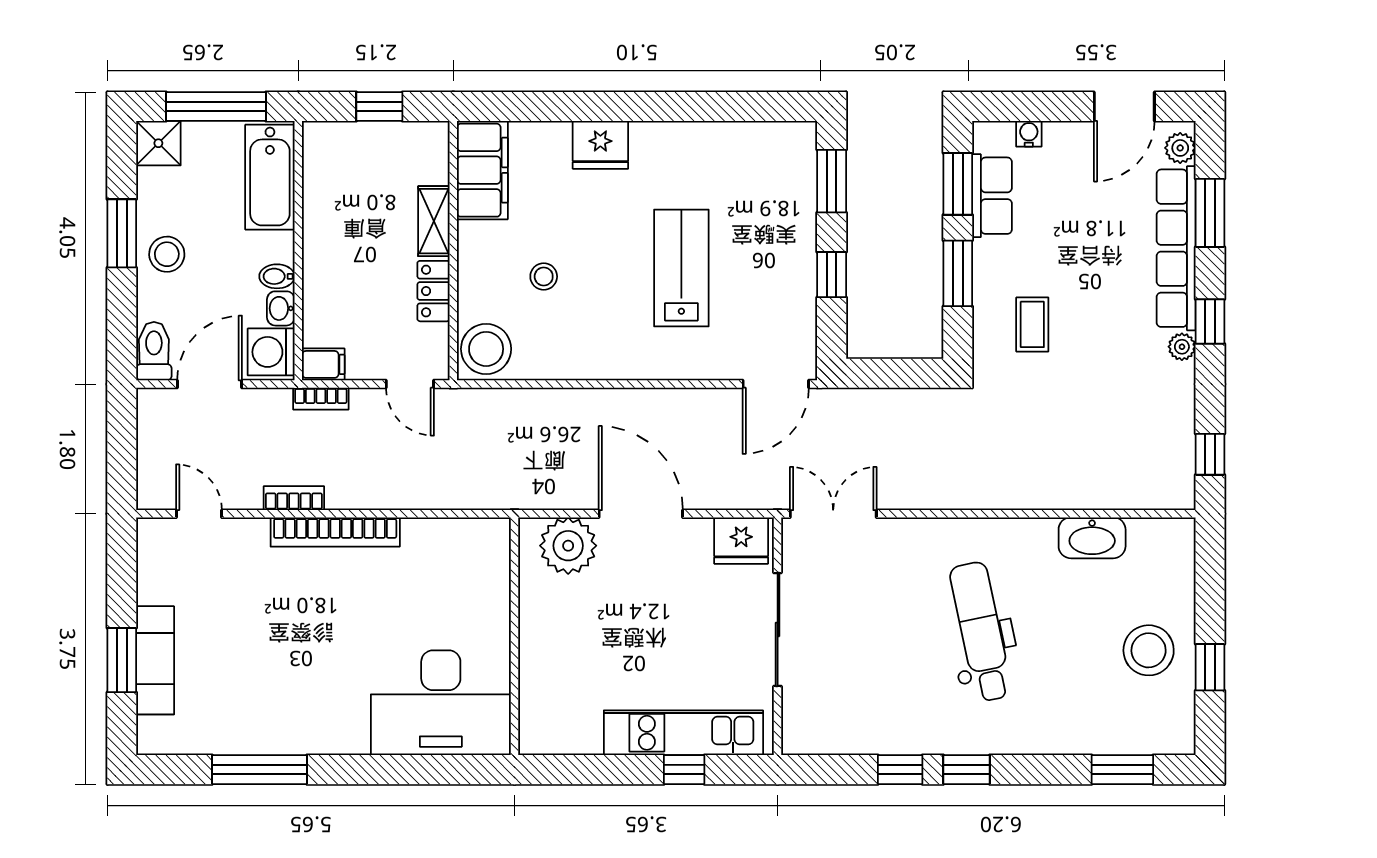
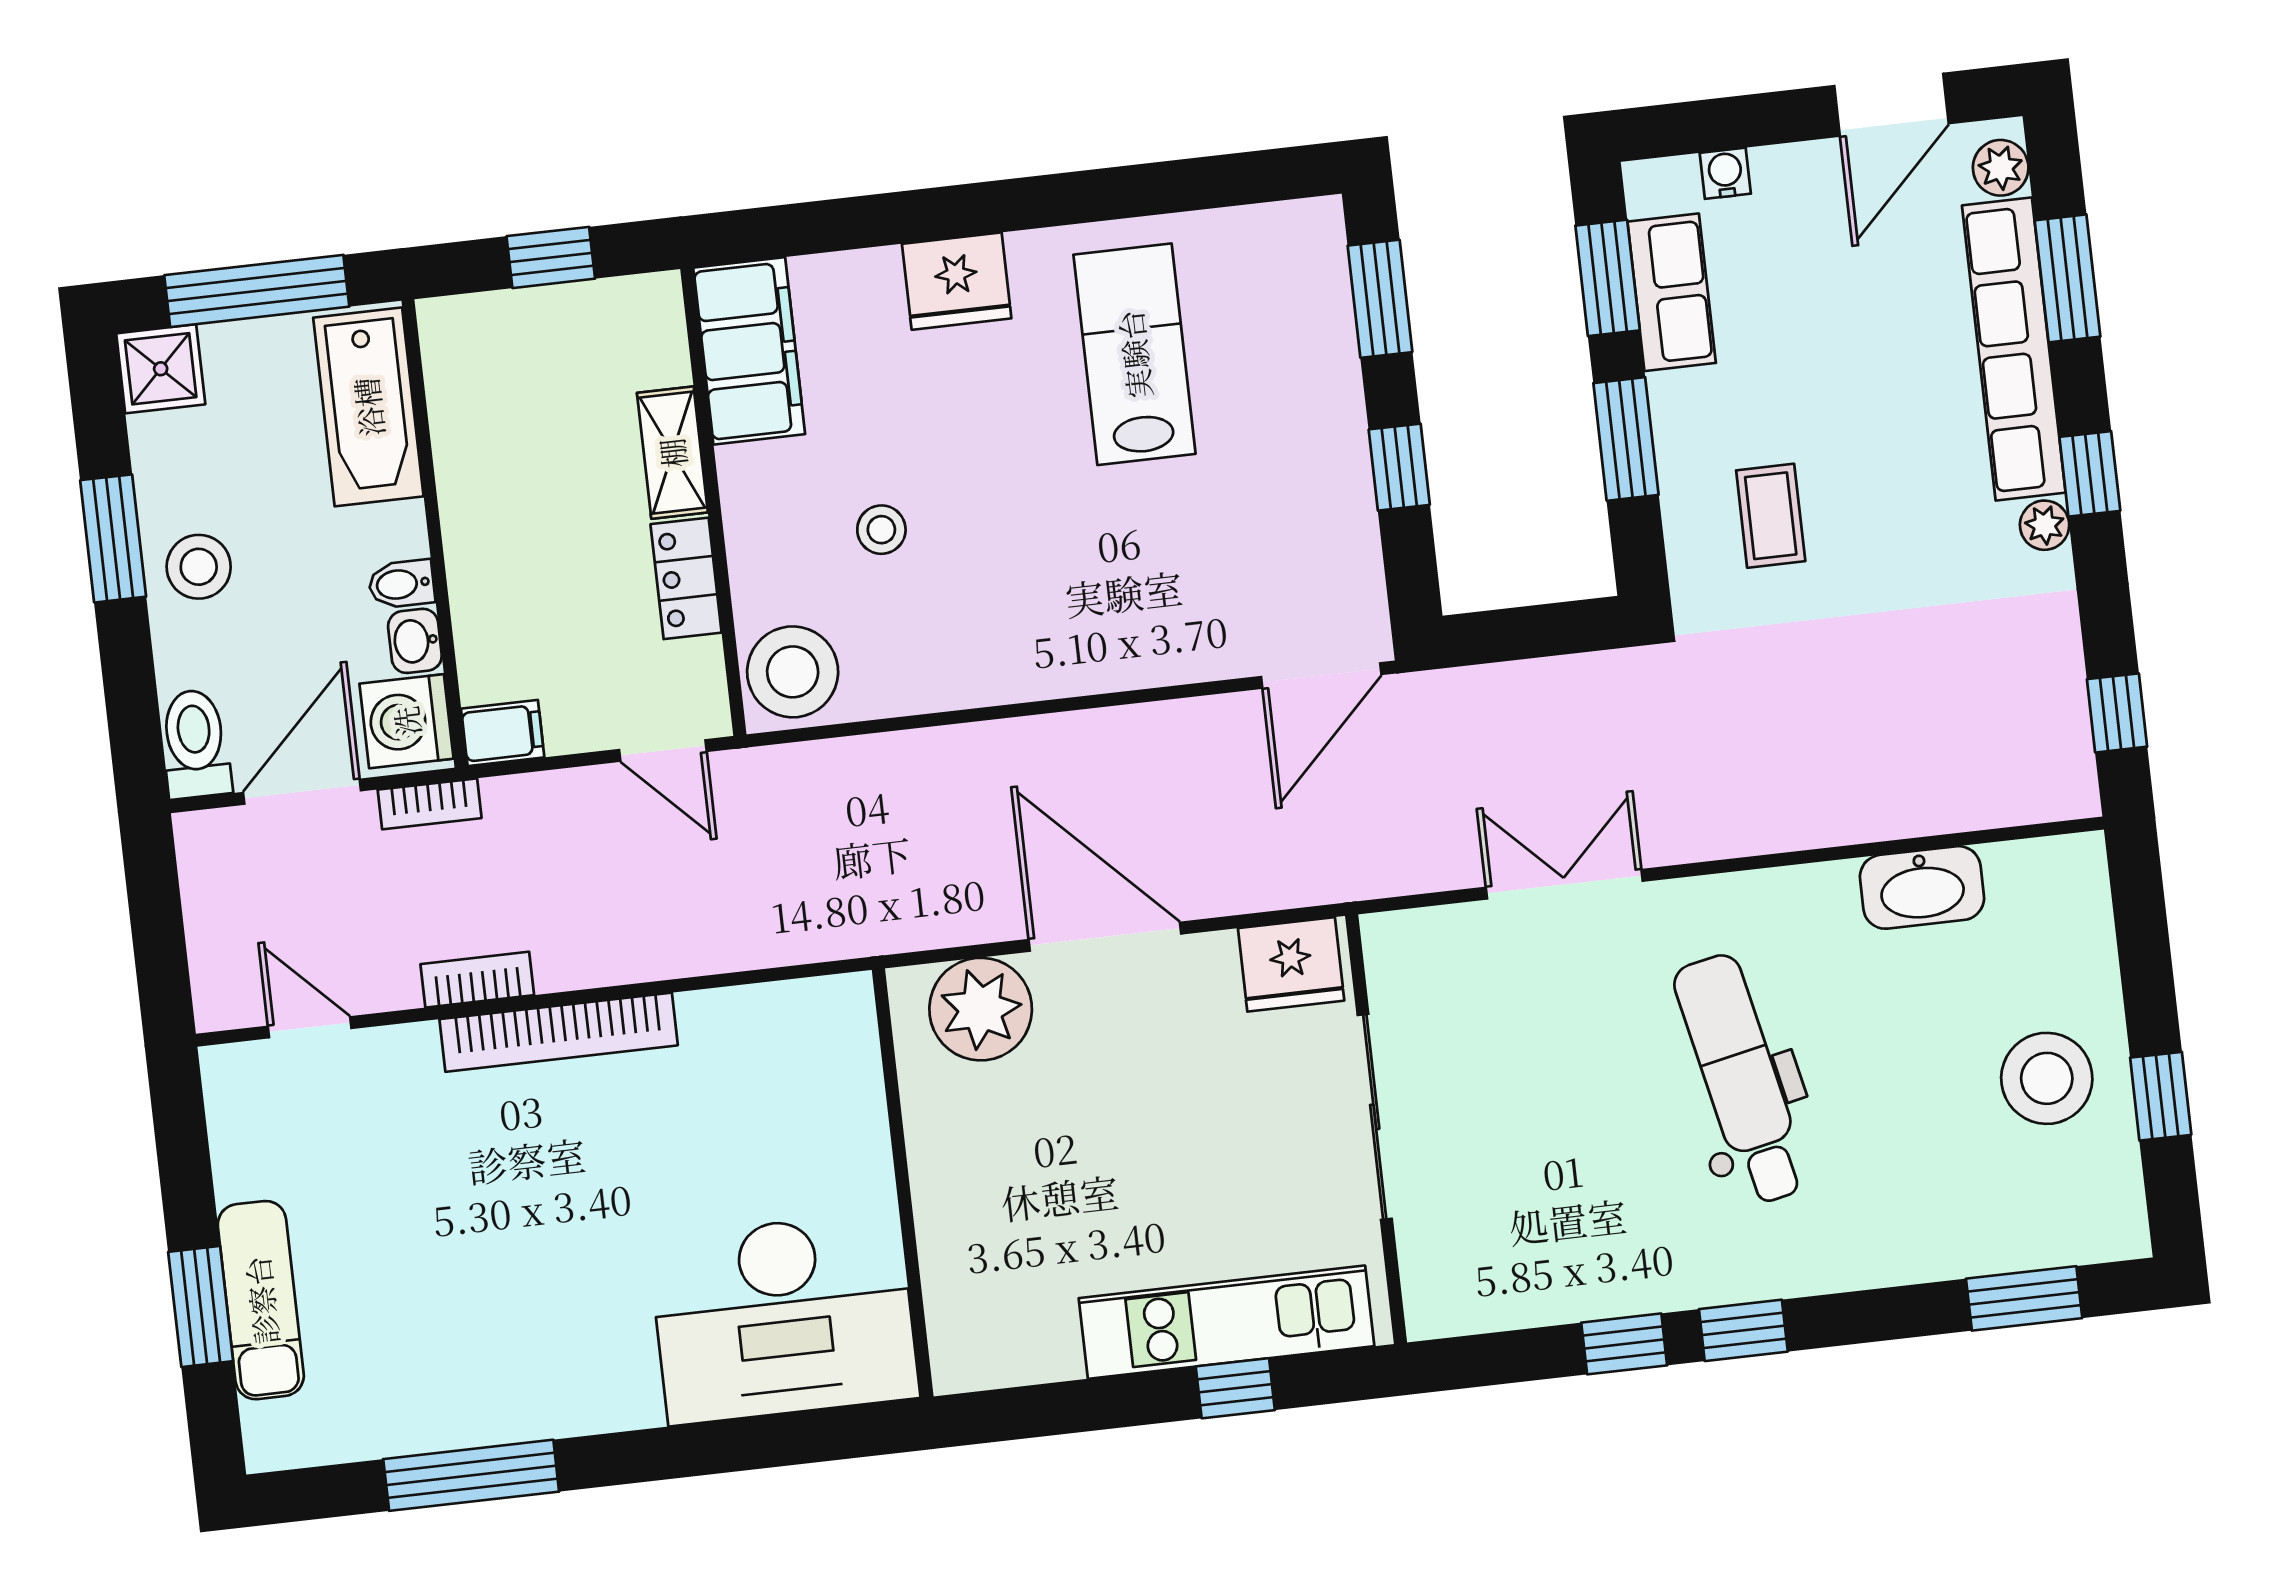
lab bench: (681, 268) -> (1134, 354), moved
bookcase: (321, 399) -> (430, 804), moved
double door: (833, 514) -> (1564, 884), moved

